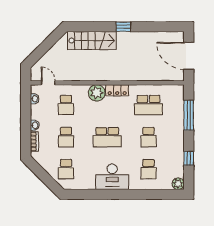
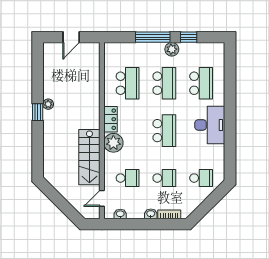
plant: (130, 36) -> (48, 104), added
stairs: (92, 41) -> (89, 157), moved, turned 180
door: (189, 56) -> (71, 37), width x0.53
window: (189, 115) -> (153, 37), moved
school desk: (149, 137) -> (164, 83), width x1.85
school desk: (149, 169) -> (201, 83), width x1.85
plant: (178, 184) -> (172, 49), moved

